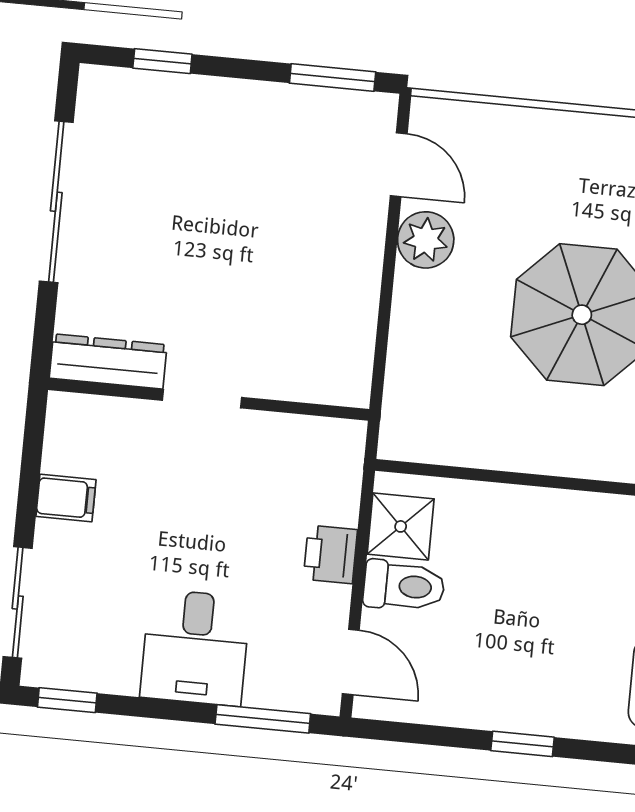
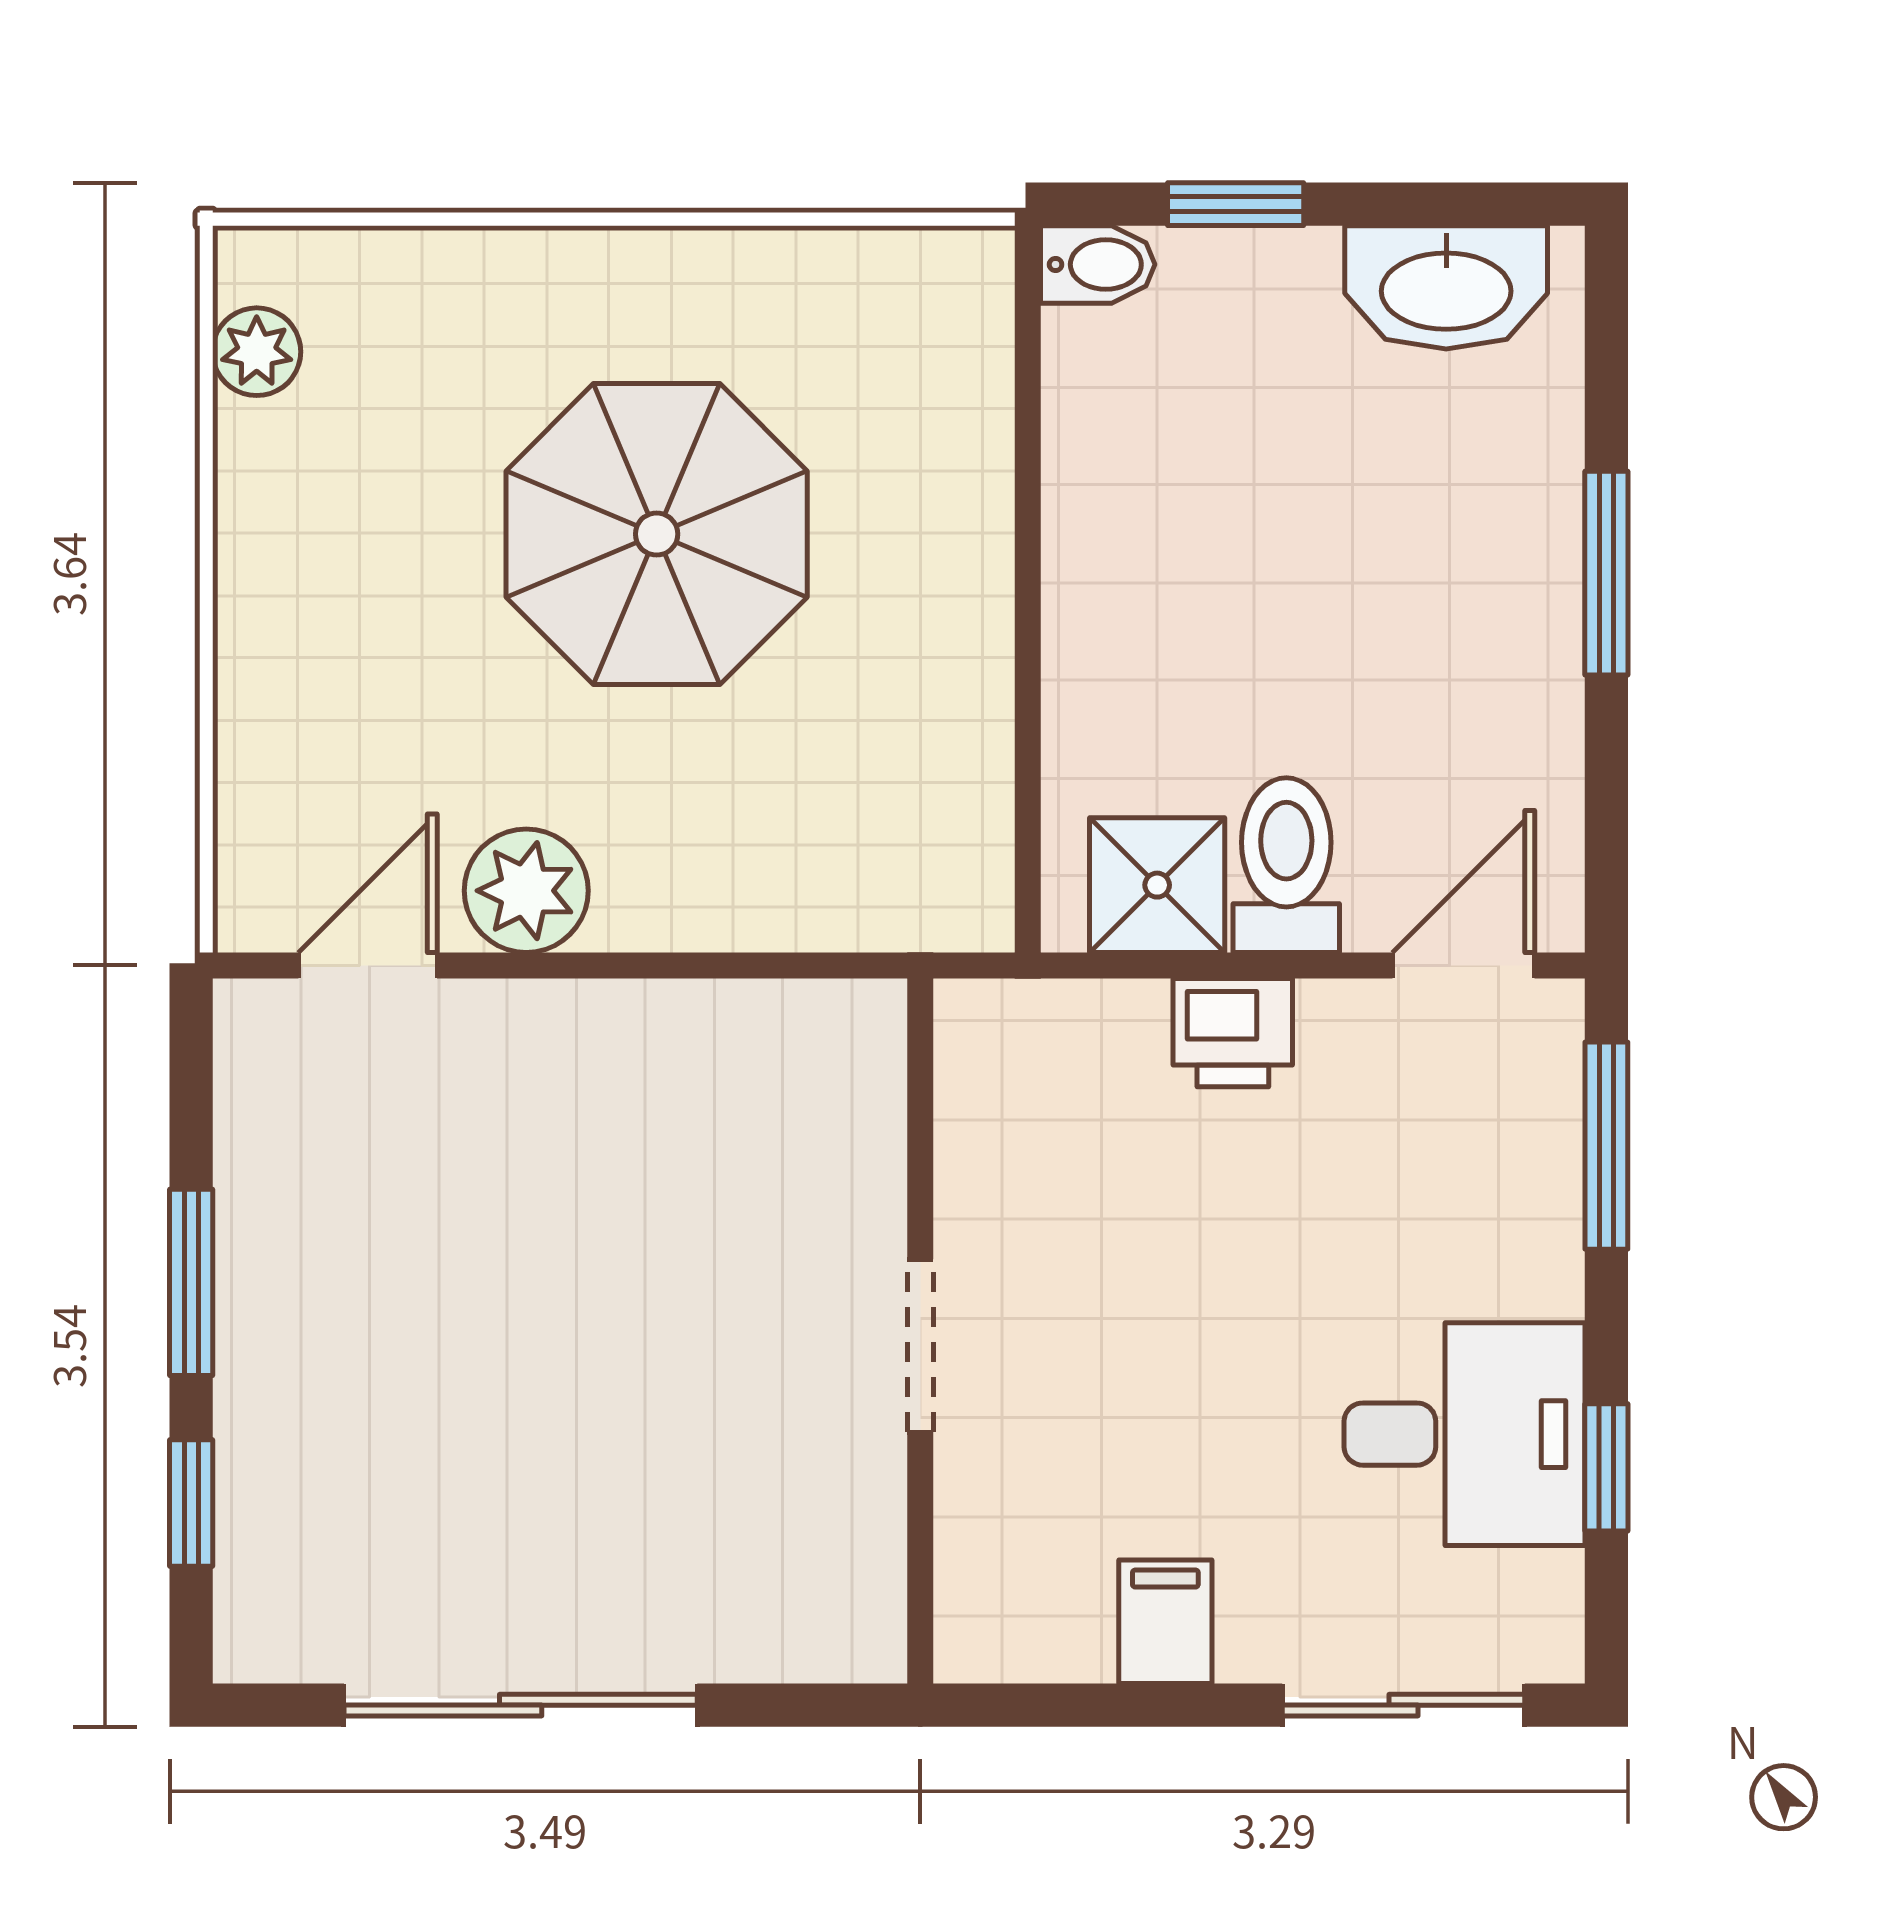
window: (333, 78) -> (191, 1282), moved
dresser: (108, 361) -> (858, 1559), removed
desk: (195, 647) -> (1464, 1434), moved
window: (67, 700) -> (1606, 1467), moved
window: (523, 744) -> (1606, 573), width x1.50

